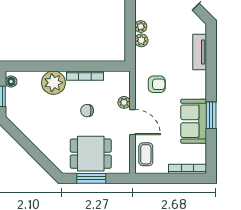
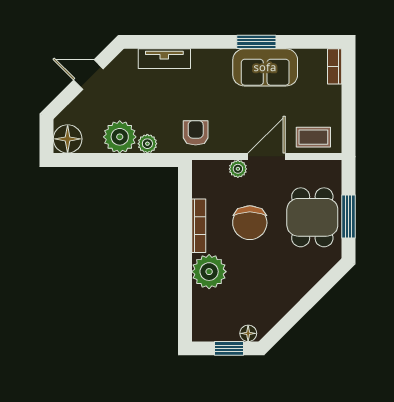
plant: (141, 27) -> (120, 137), width x1.88, depth x1.88
floor lamp: (11, 81) -> (248, 333), moved
armchair: (157, 84) -> (196, 133), moved
chair: (87, 111) -> (250, 223), width x1.87, depth x1.87
bookcase: (188, 169) -> (335, 66), width x0.64

